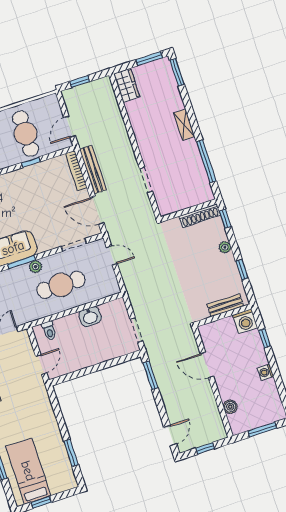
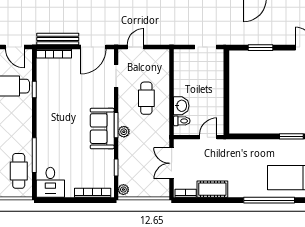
plant: (36, 267) -> (124, 132), moved
cafe table: (61, 285) -> (146, 98), width x0.73, depth x0.74
washbasin: (90, 317) -> (181, 106), moved
door: (41, 365) -> (208, 137), hinge flipped
window: (150, 375) -> (260, 48), moved

